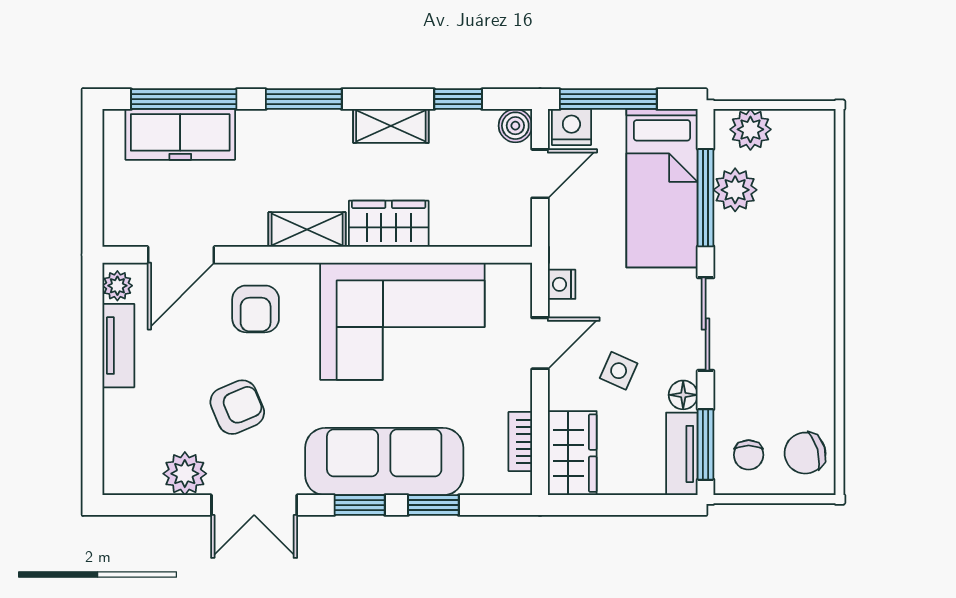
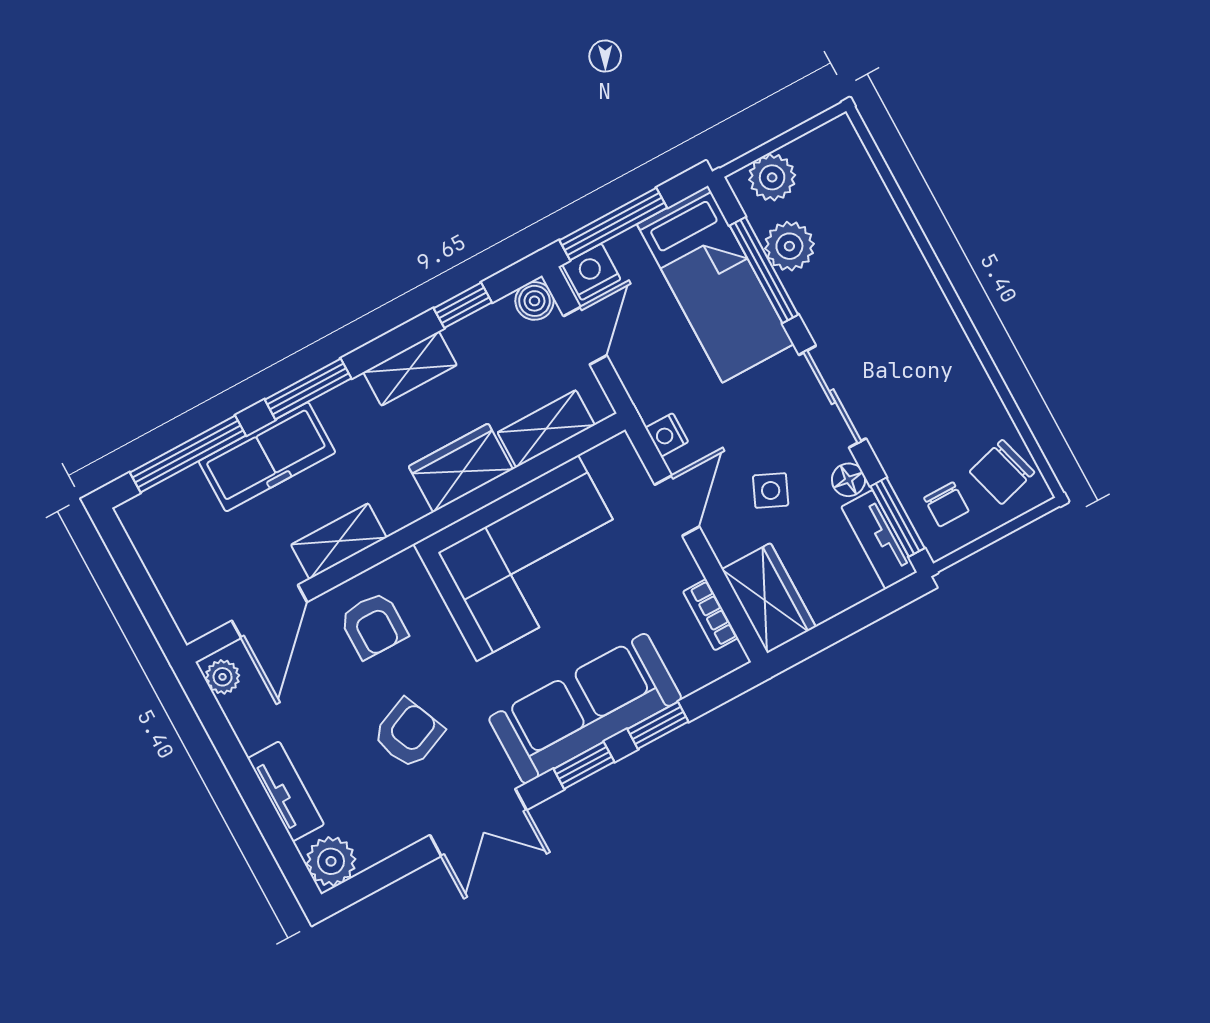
freezer: (180, 134) -> (267, 457), moved
shelving: (471, 229) -> (546, 429), added
shelving: (307, 230) -> (339, 541), moved
tv unit: (118, 346) -> (286, 791), moved
plant: (185, 474) -> (331, 861), moved

